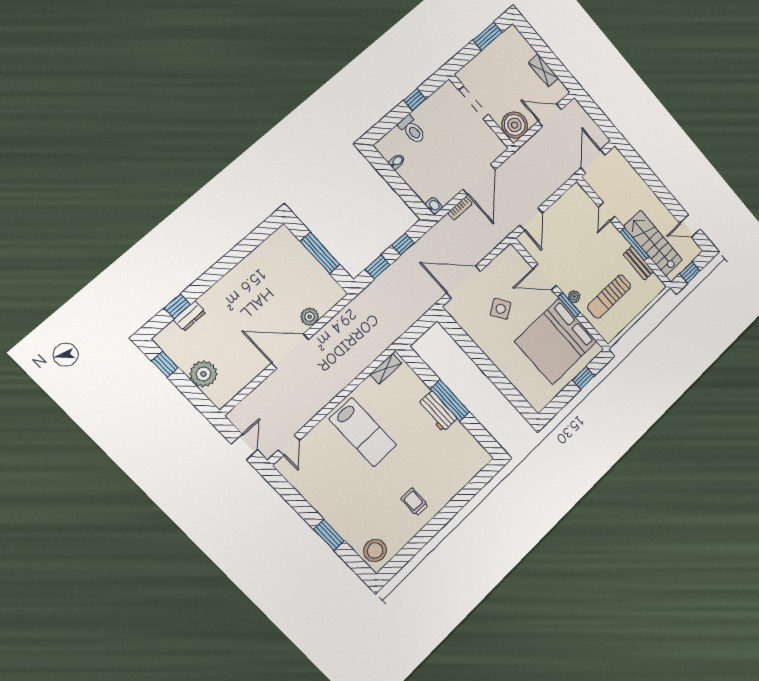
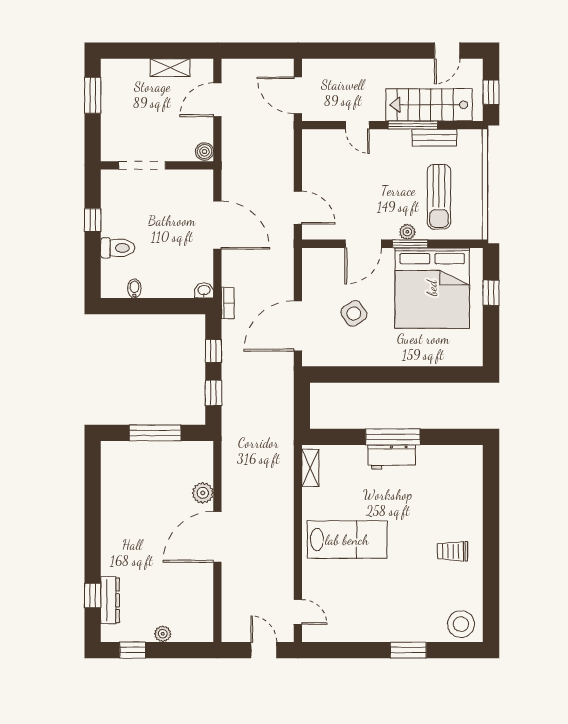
boiler: (515, 125) -> (205, 151), width x0.54, depth x0.54
bookcase: (460, 208) -> (228, 303), moved
dresser: (189, 316) -> (110, 600), width x1.44
plant: (203, 374) -> (163, 634), width x0.53, depth x0.53

